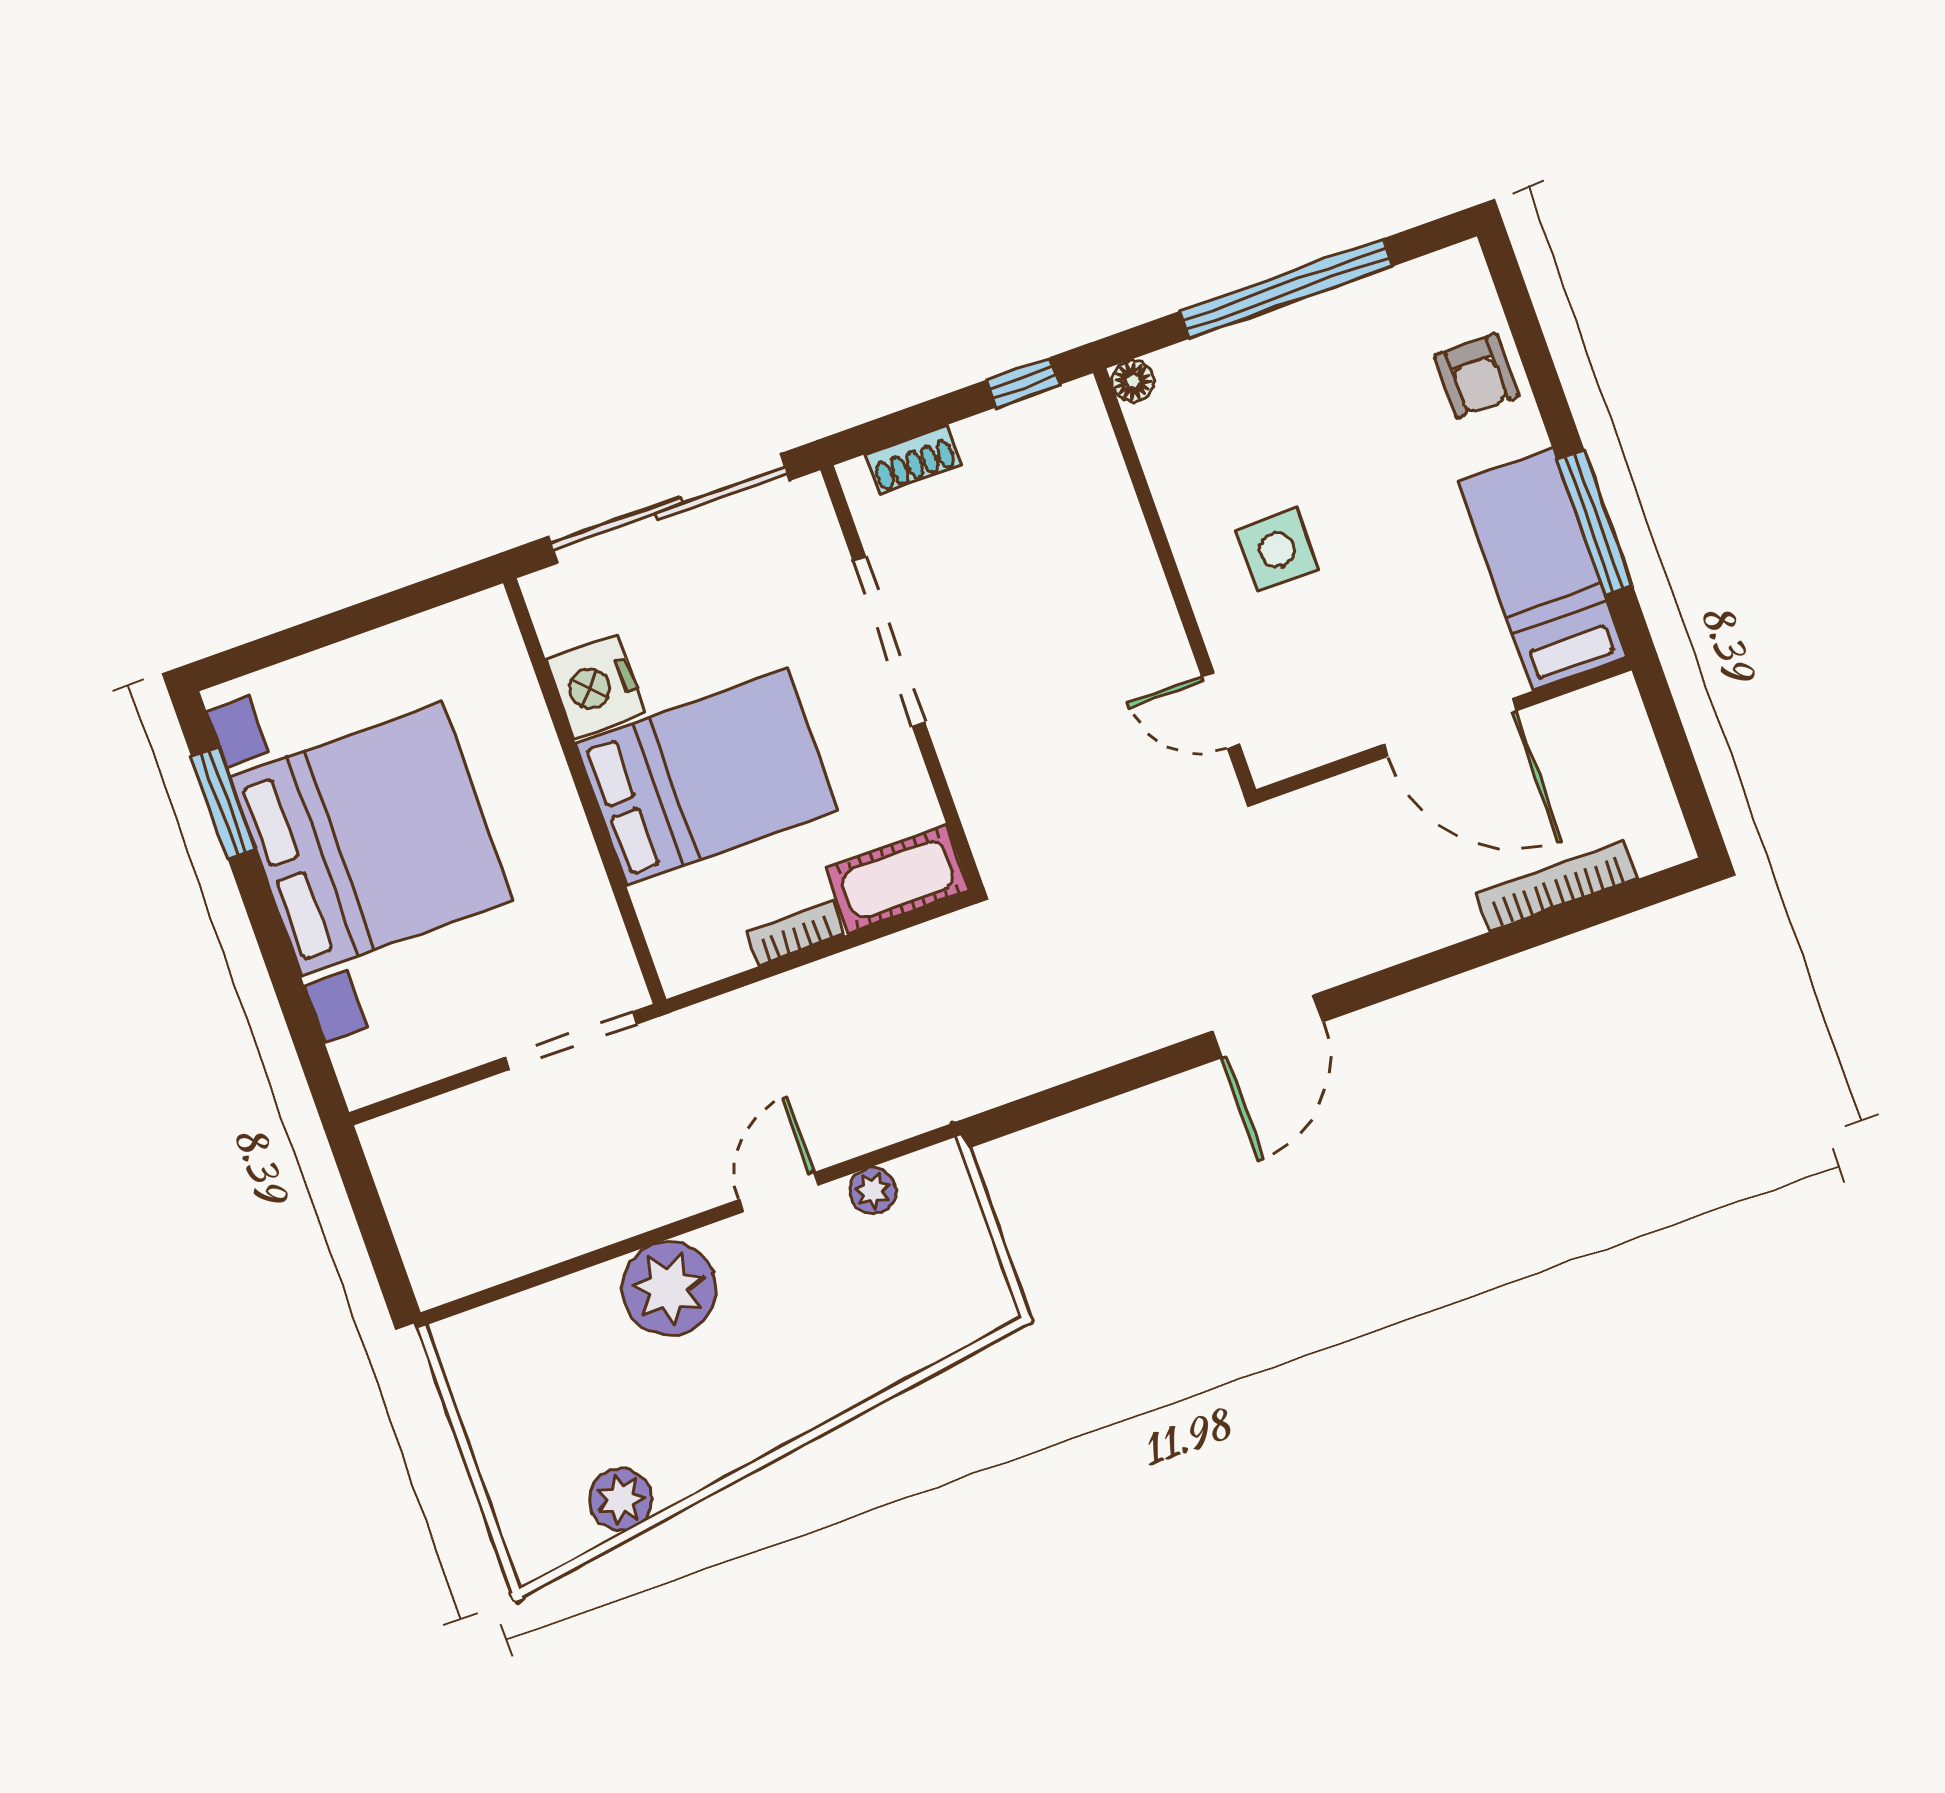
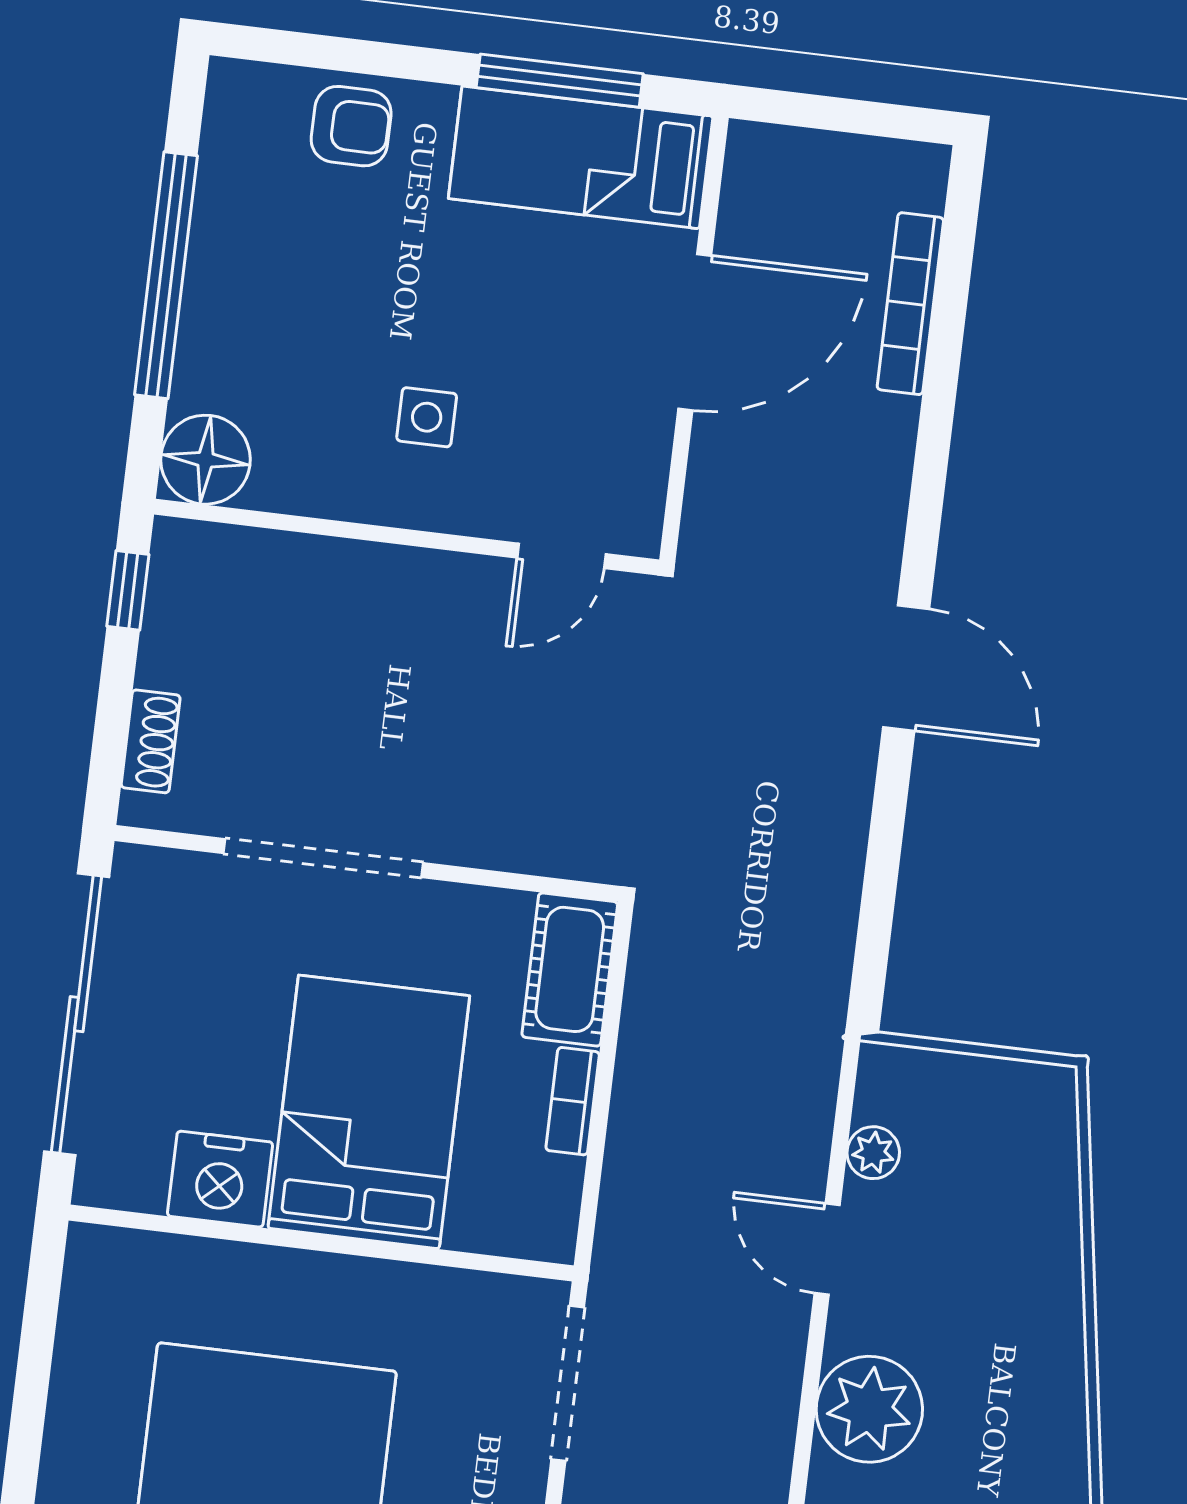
floor lamp: (1133, 381) -> (206, 460), width x1.89, depth x1.89
side table: (1277, 550) -> (427, 417), width x0.73, depth x0.73

